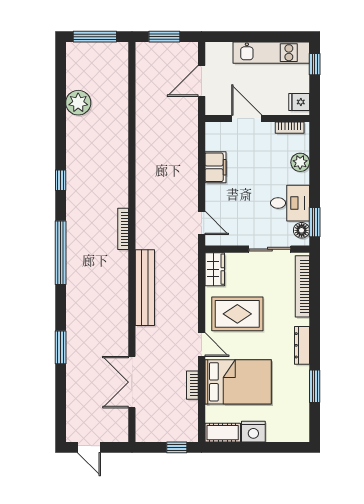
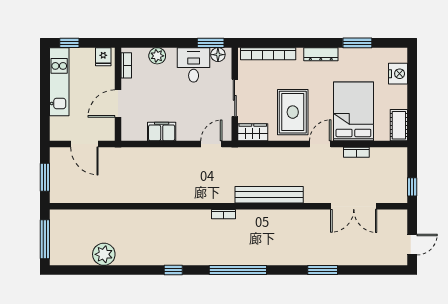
bookcase: (123, 229) -> (223, 214), width x0.64
sliding door: (270, 249) -> (235, 98), moved
nightstand: (253, 432) -> (398, 74), moved
window: (177, 447) -> (412, 187), moved

